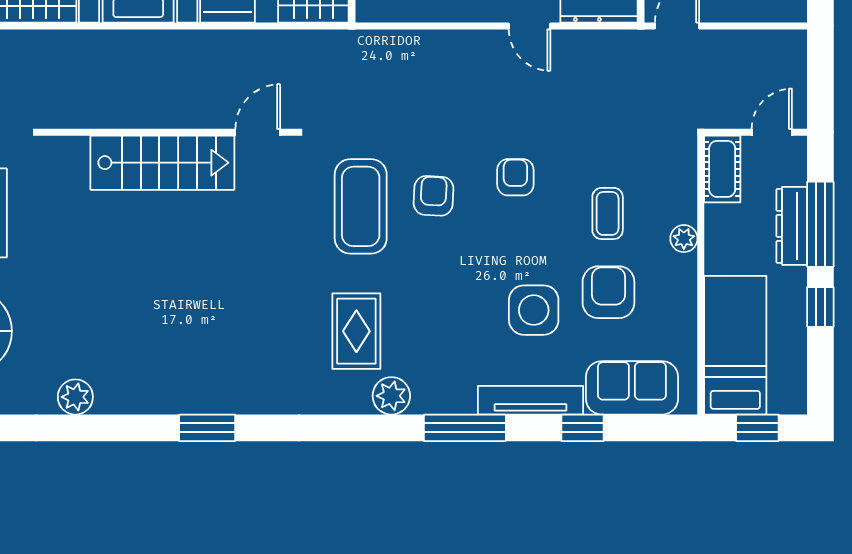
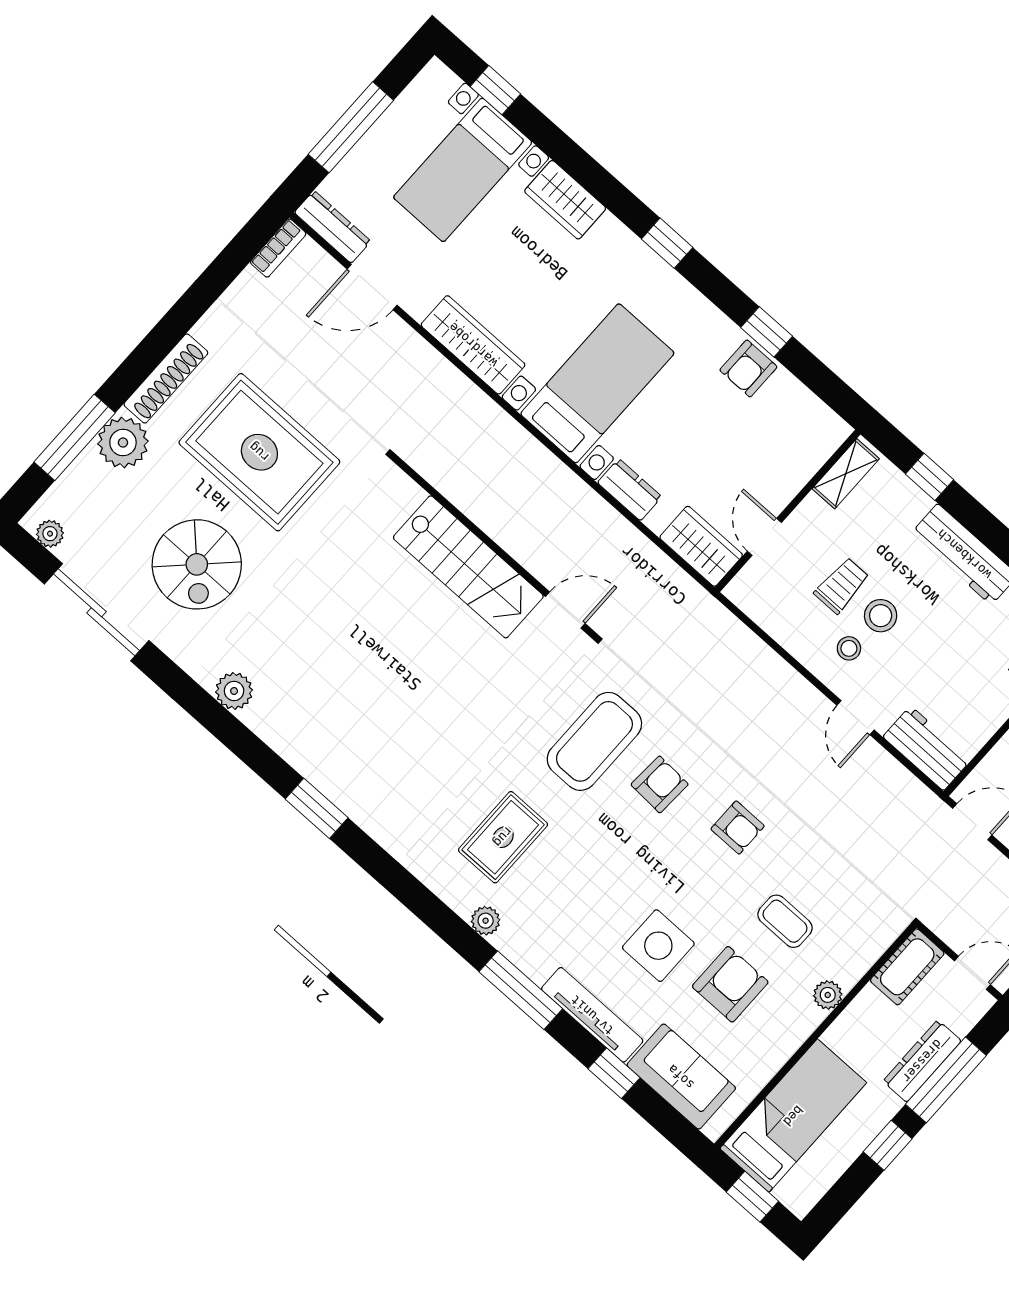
armchair: (515, 177) -> (738, 827), turned 90
coffee table: (608, 213) -> (785, 921), turned 90
plant: (391, 396) -> (486, 921), width x0.73, depth x0.73

